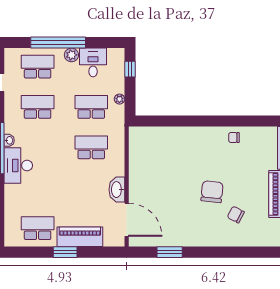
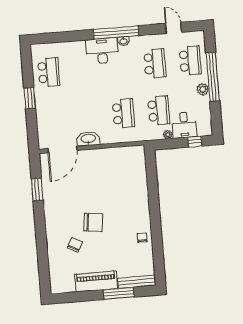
desk: (93, 62) -> (184, 125), moved, turned 90
piano: (80, 237) -> (44, 110), removed

